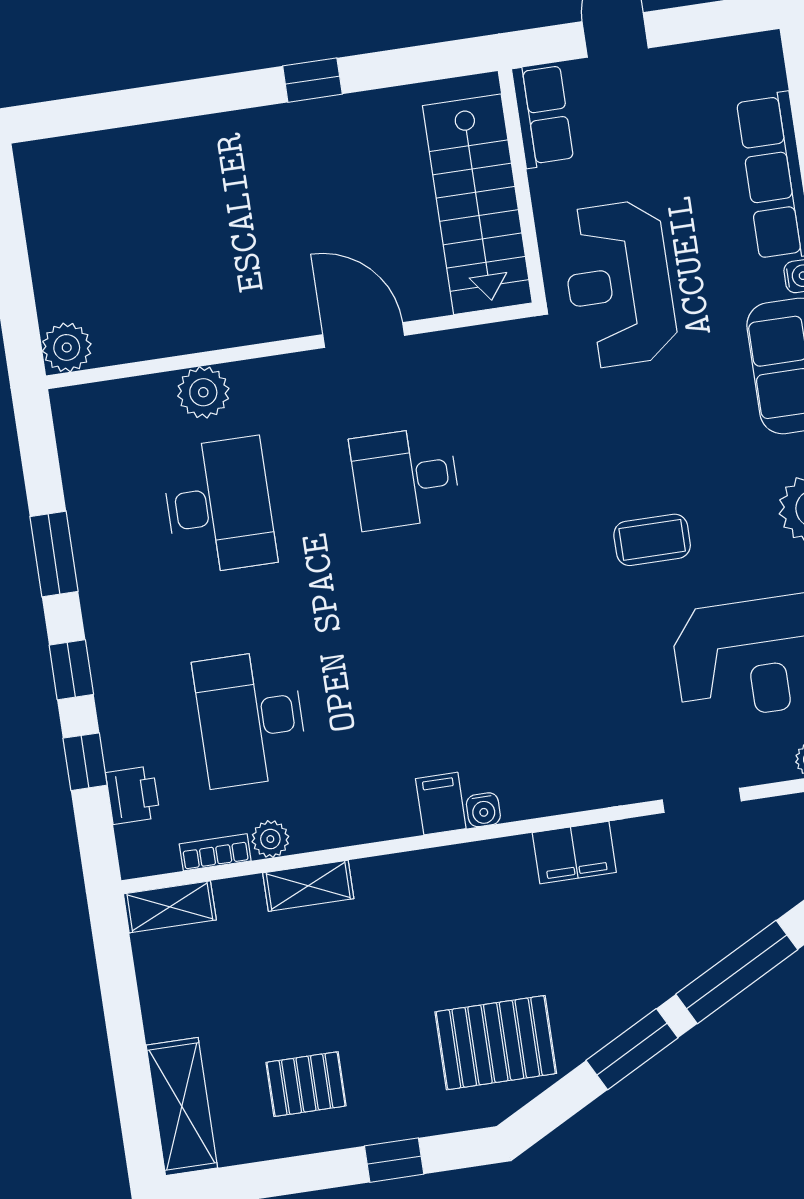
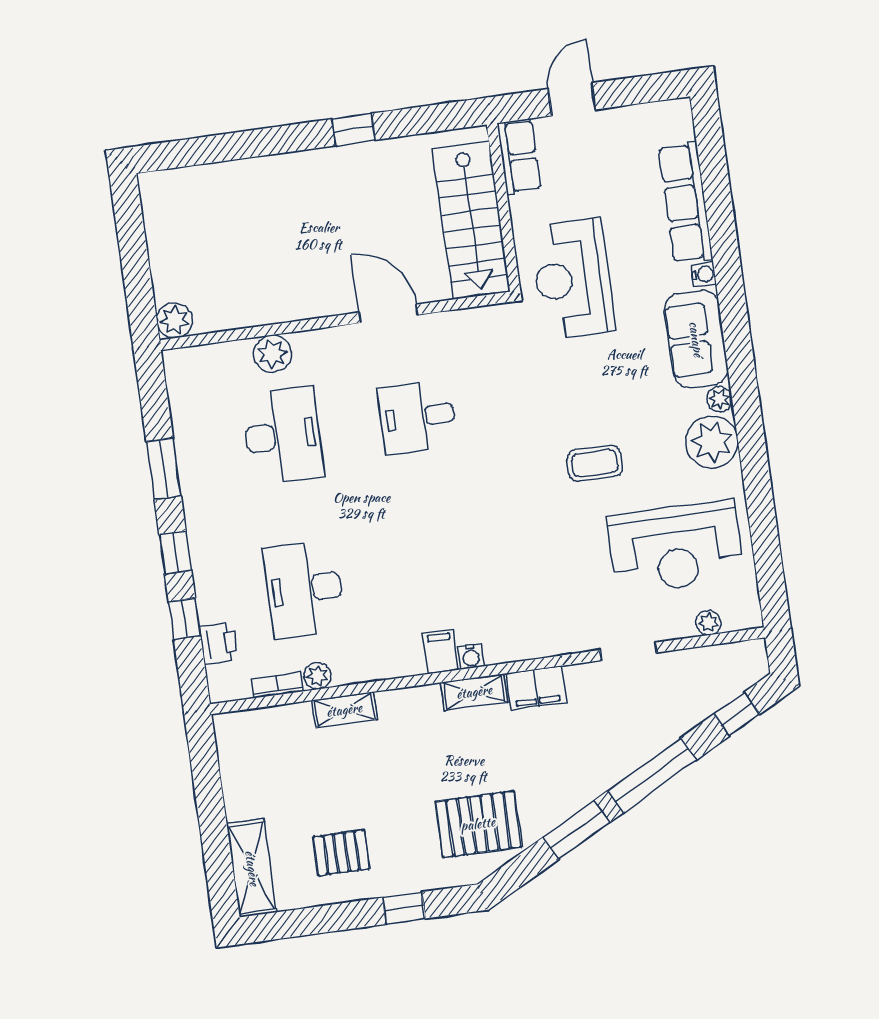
shelving: (170, 907) -> (474, 692), moved

